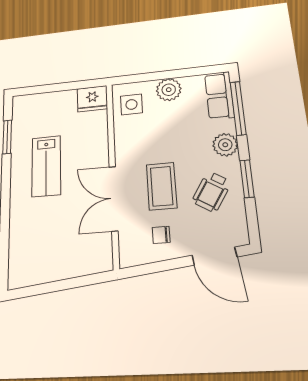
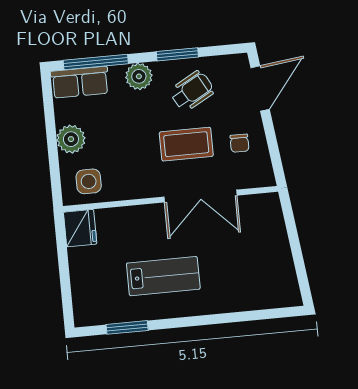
wheelchair: (212, 192) -> (192, 91), turned -61

